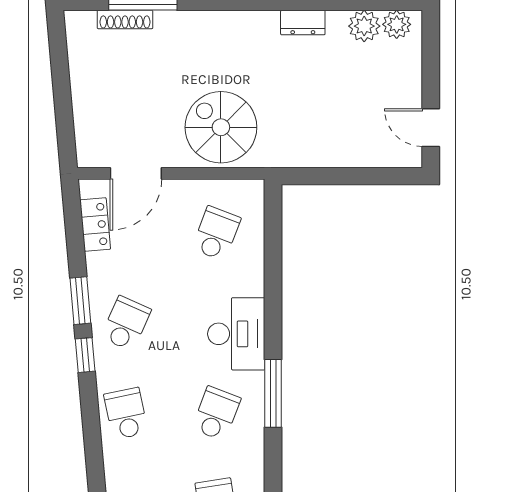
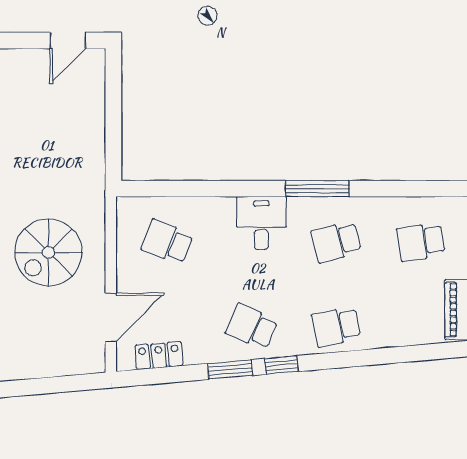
spiral stairs: (221, 127) -> (48, 252), moved
door: (136, 173) -> (111, 317), hinge flipped
desk: (236, 334) -> (261, 223), width x0.73
school desk: (216, 414) -> (336, 242), turned -36

